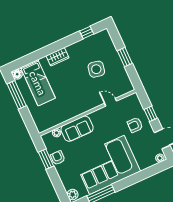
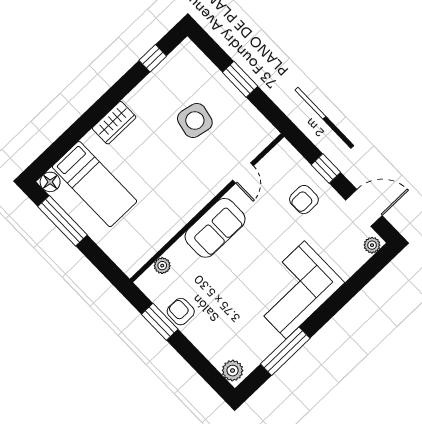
door: (110, 102) -> (243, 173), swing flipped
sofa: (77, 129) -> (215, 228), moved
corner sofa: (107, 165) -> (295, 290), width x0.73, depth x0.74

